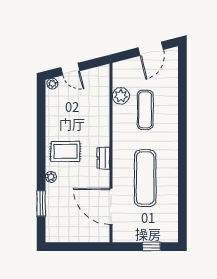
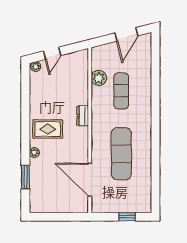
door: (70, 69) -> (52, 53), hinge flipped
dresser: (103, 158) -> (83, 116), moved

